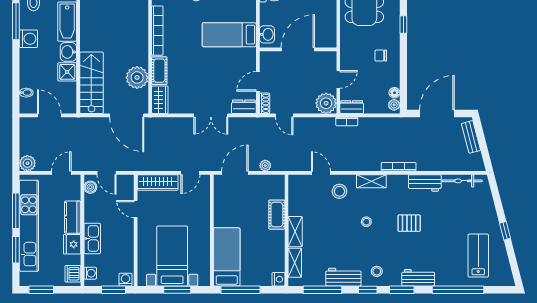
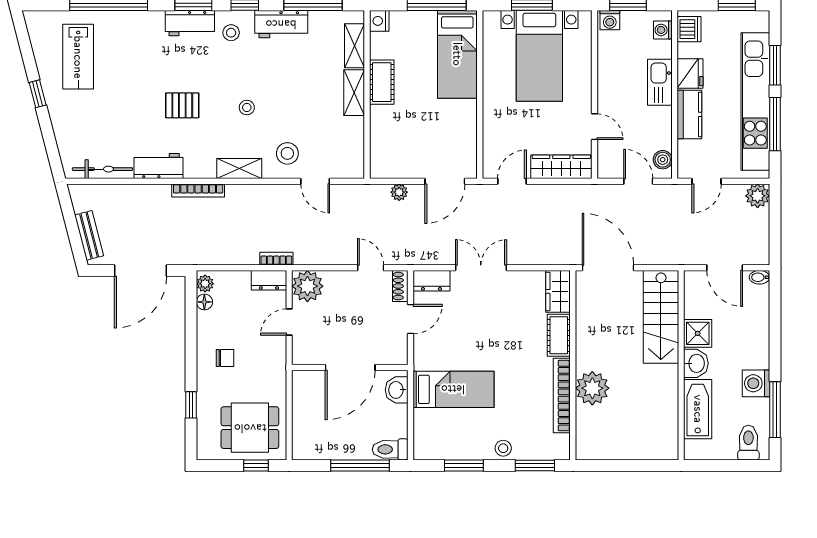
plant: (137, 77) -> (592, 388), moved
bidet: (26, 93) -> (759, 277), moved
cot: (277, 215) -> (382, 82), moved
workbench: (418, 278) -> (190, 23), moved

